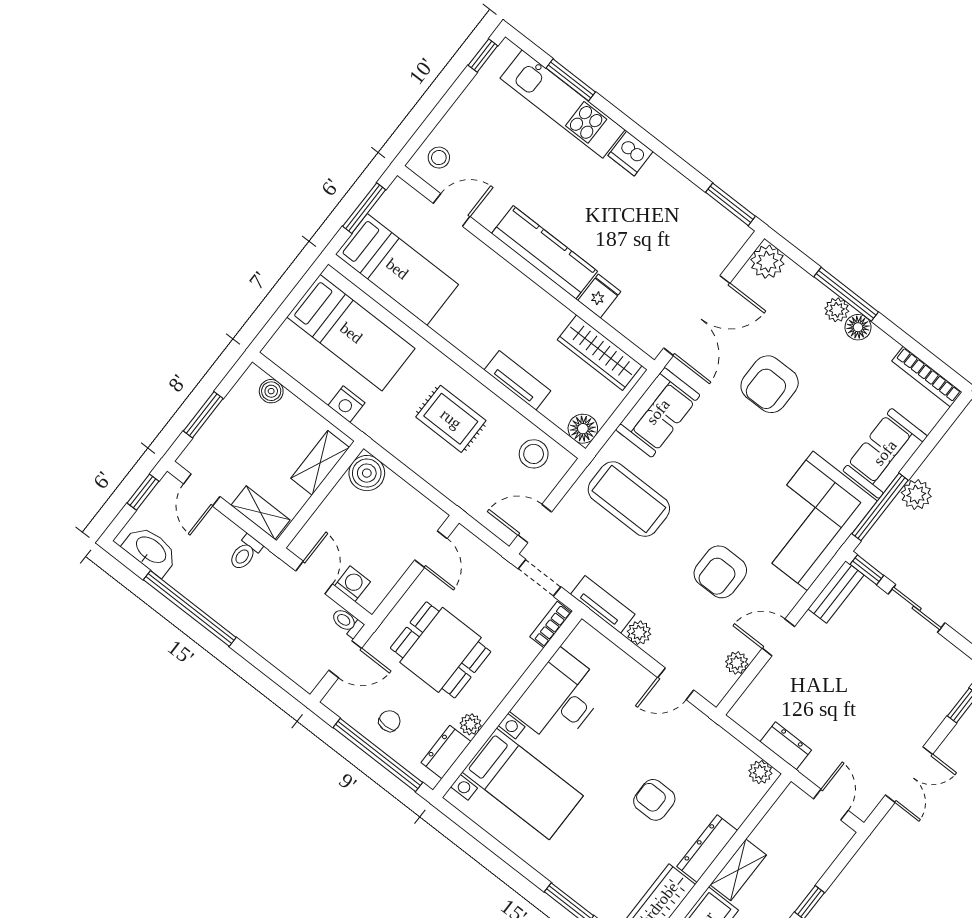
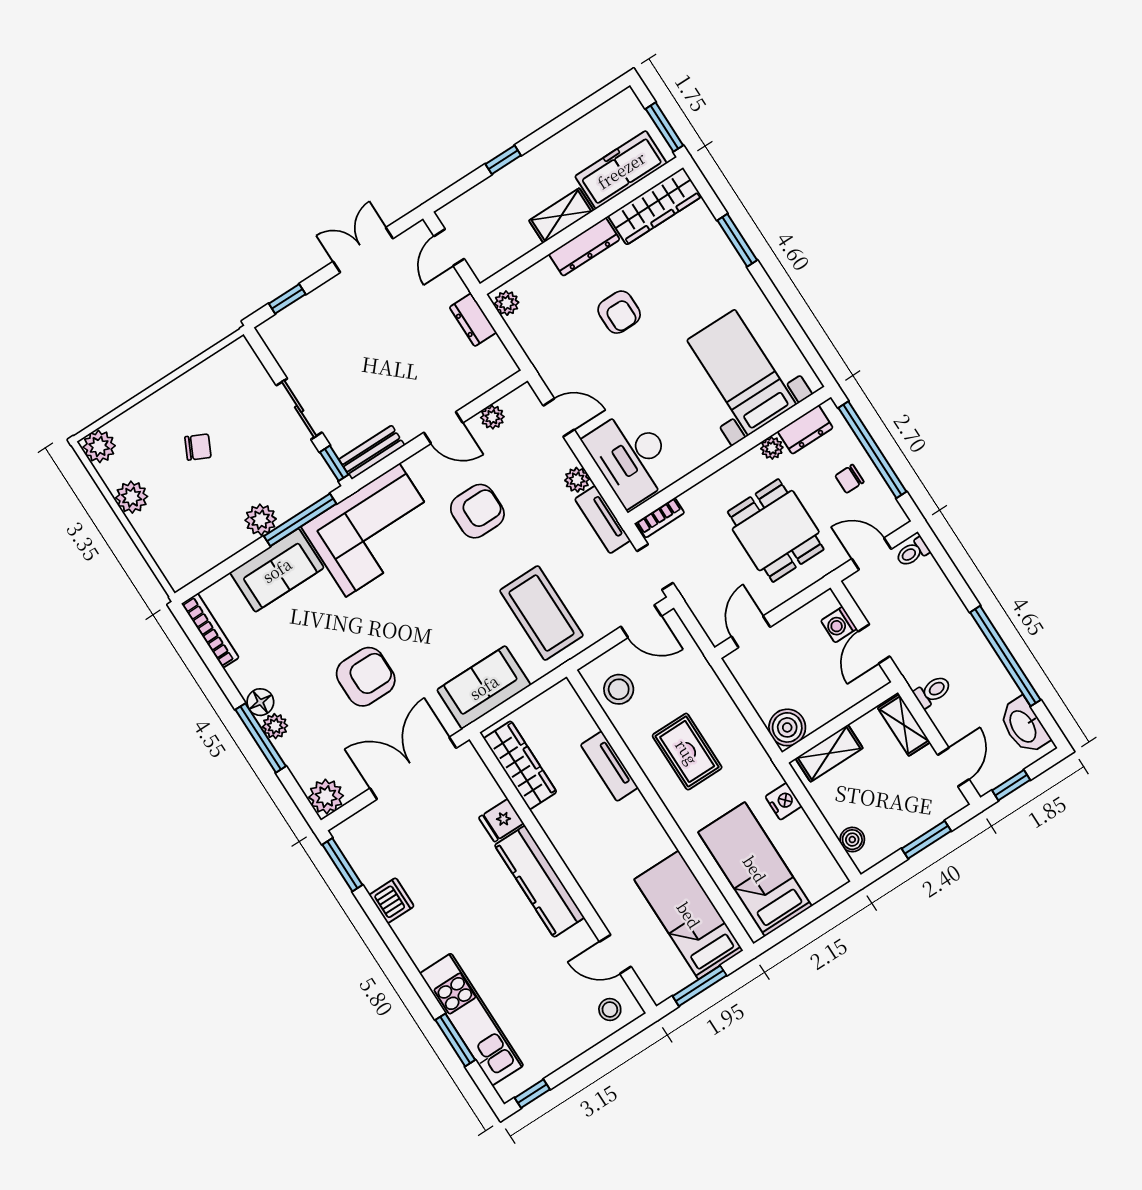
dishwasher: (630, 153) -> (392, 901), moved
floor lamp: (583, 429) -> (562, 697), removed
toilet: (347, 622) -> (913, 552), moved, turned 90
desk: (560, 699) -> (631, 457), moved, turned 90

